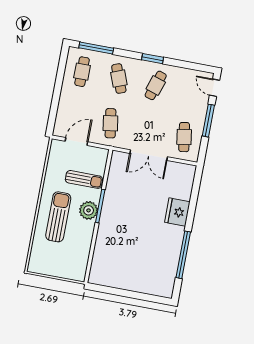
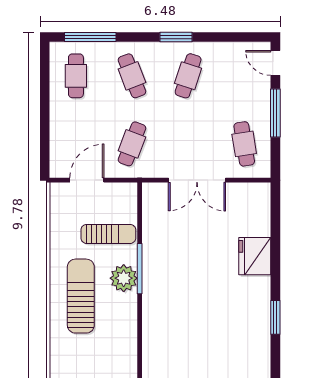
cafe table: (110, 123) -> (132, 144), turned 30
window: (183, 255) -> (275, 317), width x0.47

